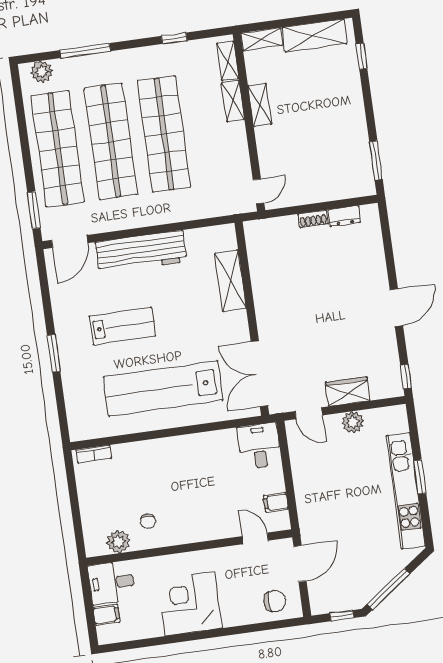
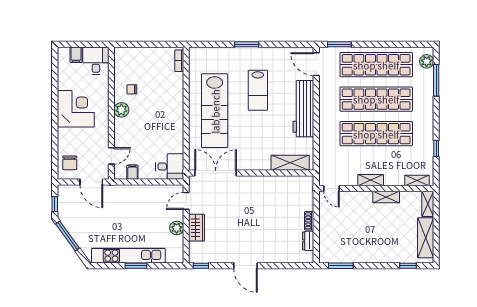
window: (85, 51) -> (436, 80), moved
shelving: (233, 101) -> (371, 180), moved
shelving: (230, 281) -> (290, 163), moved
lab bench: (163, 389) -> (215, 111), turned 180
plant: (118, 542) -> (121, 110), moved

